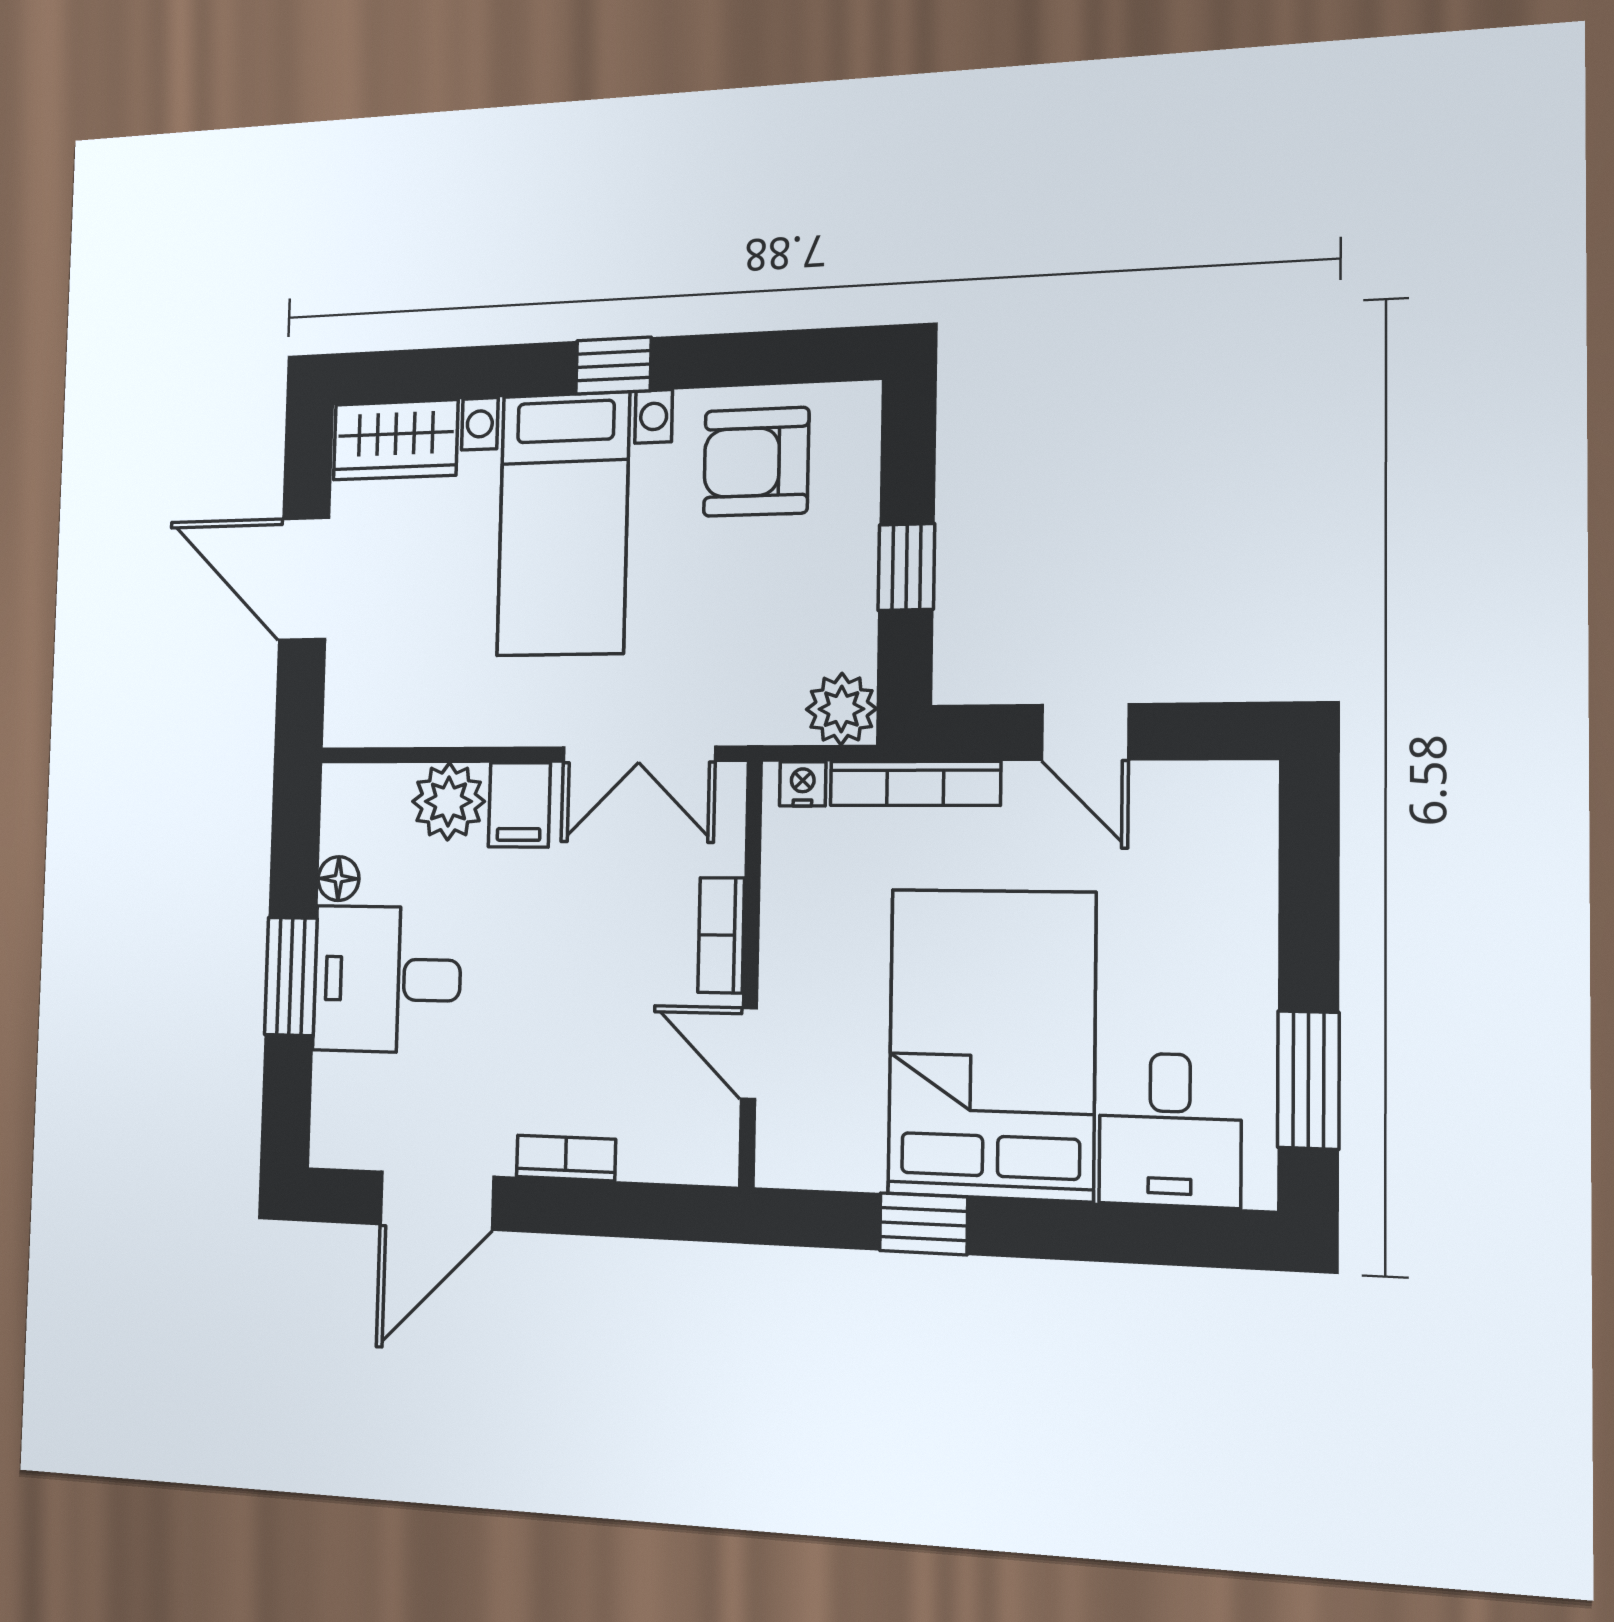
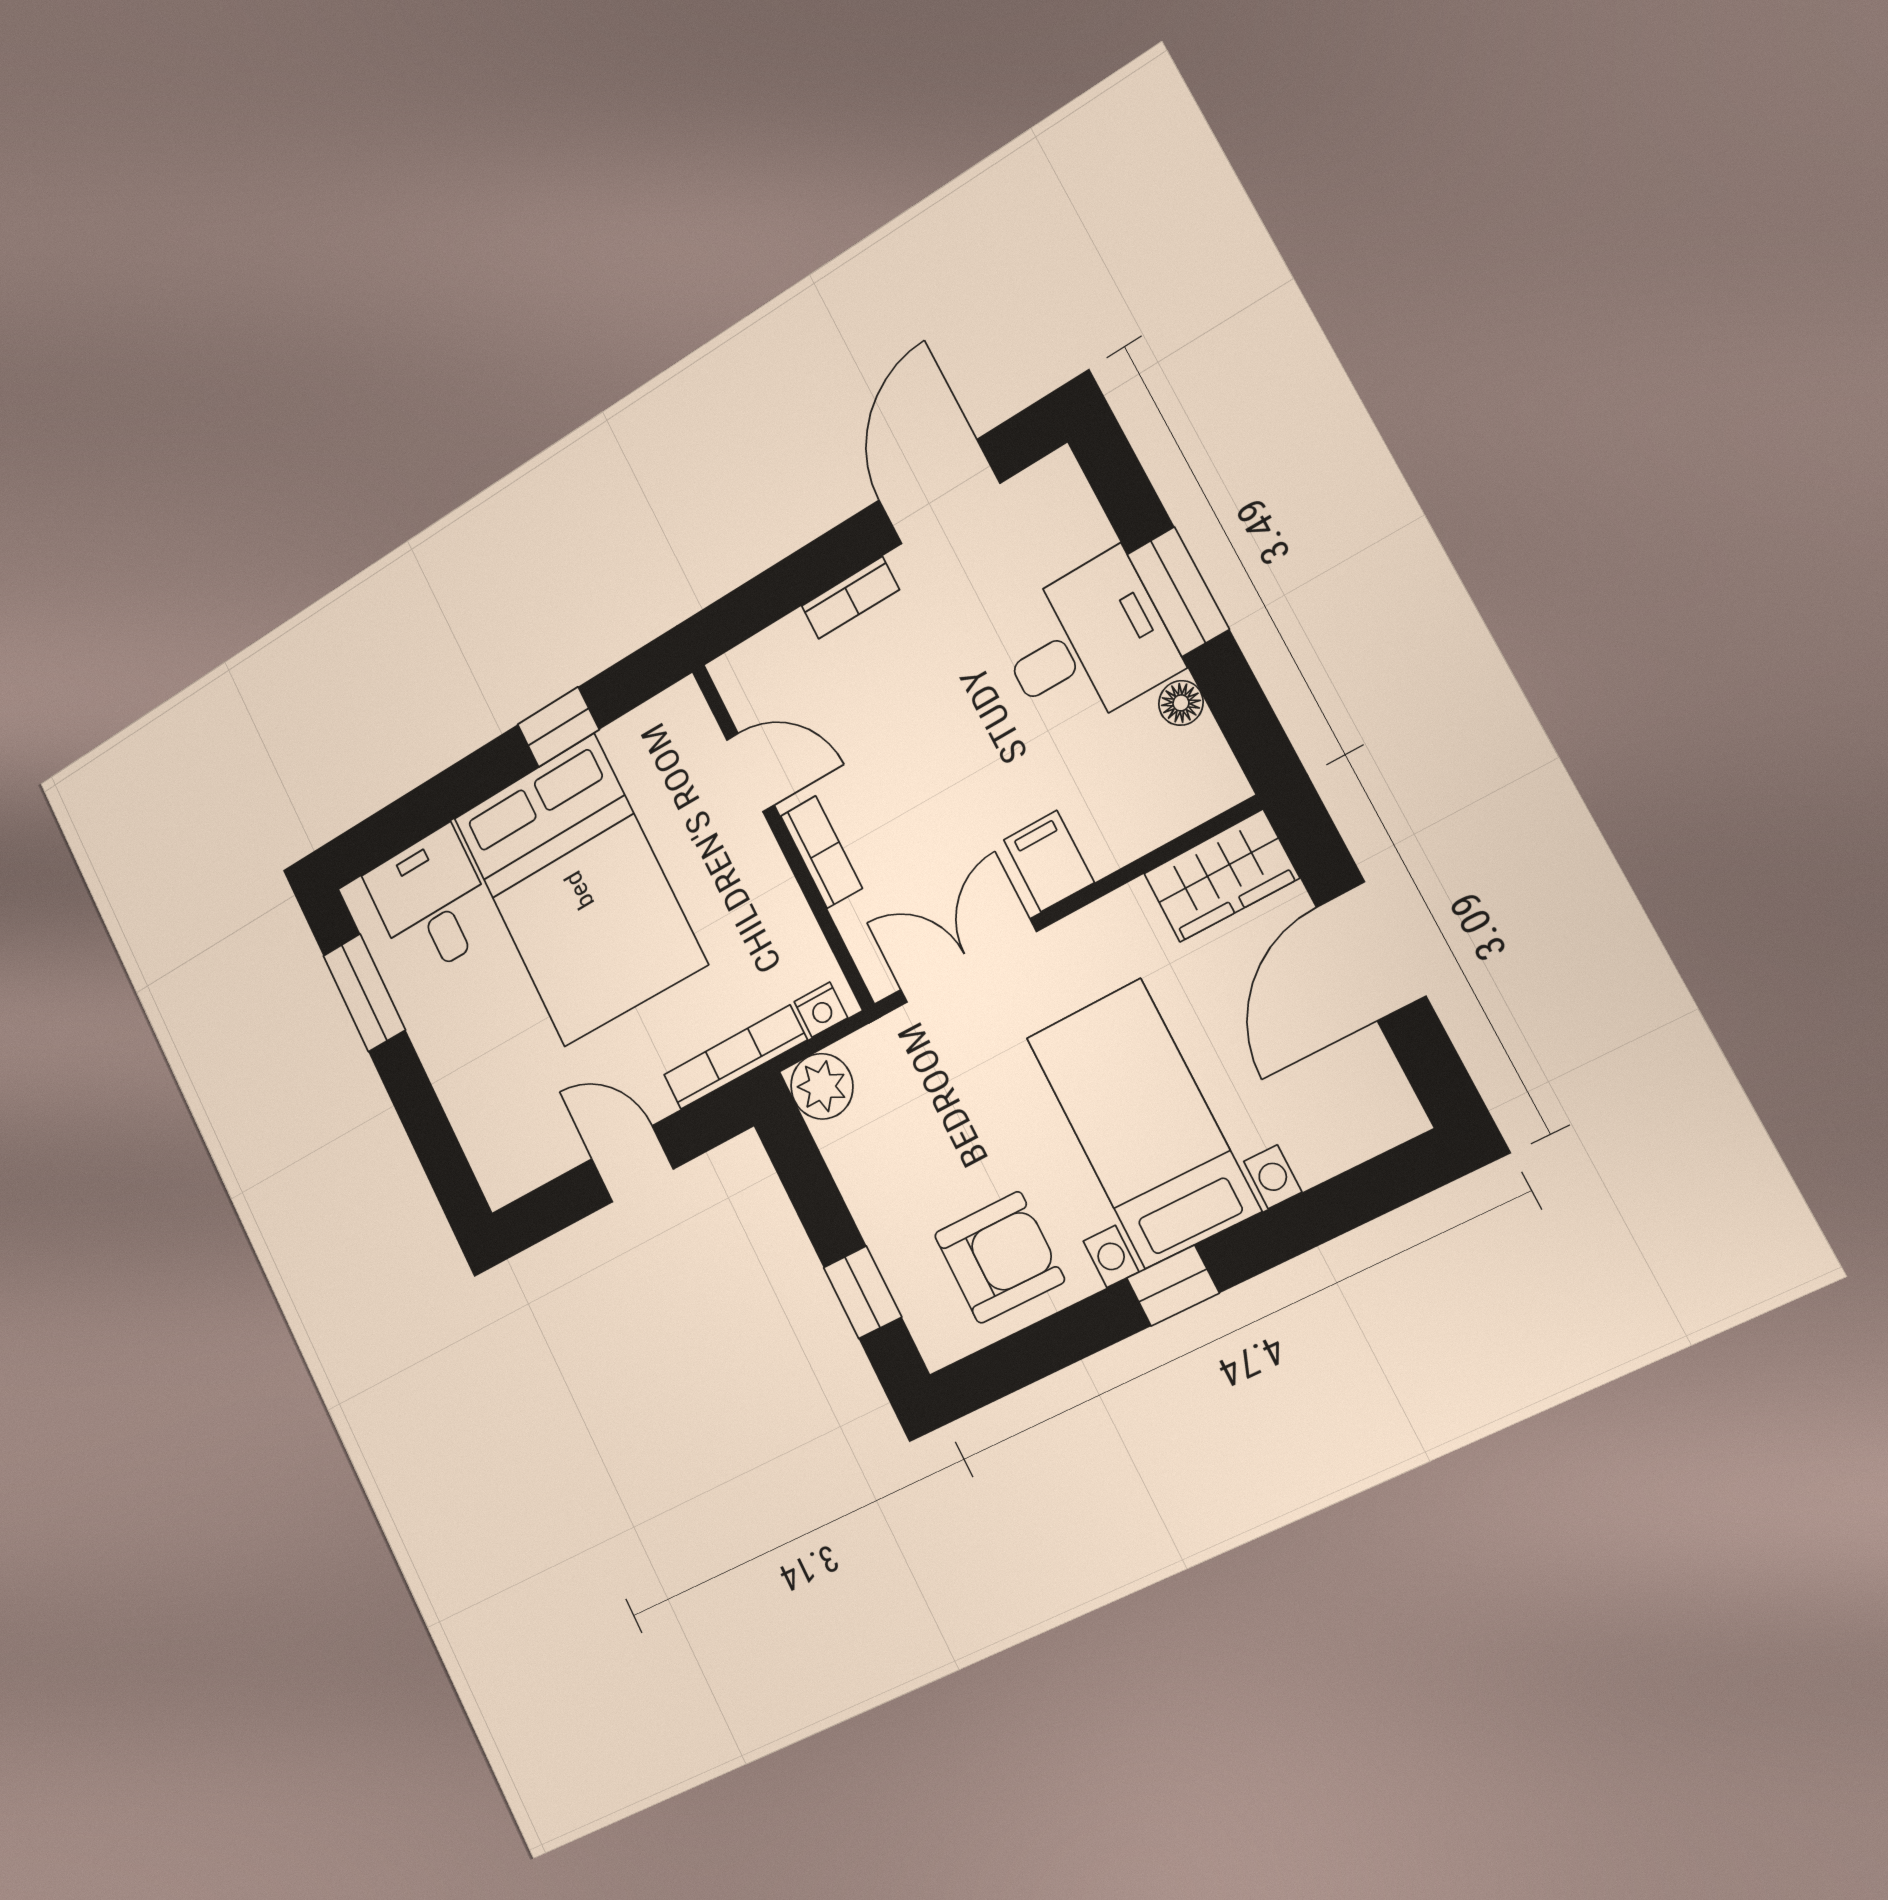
wardrobe: (396, 440) -> (1221, 876), moved, turned 180
window: (906, 567) -> (862, 1292), moved
door: (304, 579) -> (1371, 951), swing flipped
plant: (448, 801) -> (1115, 828), removed

